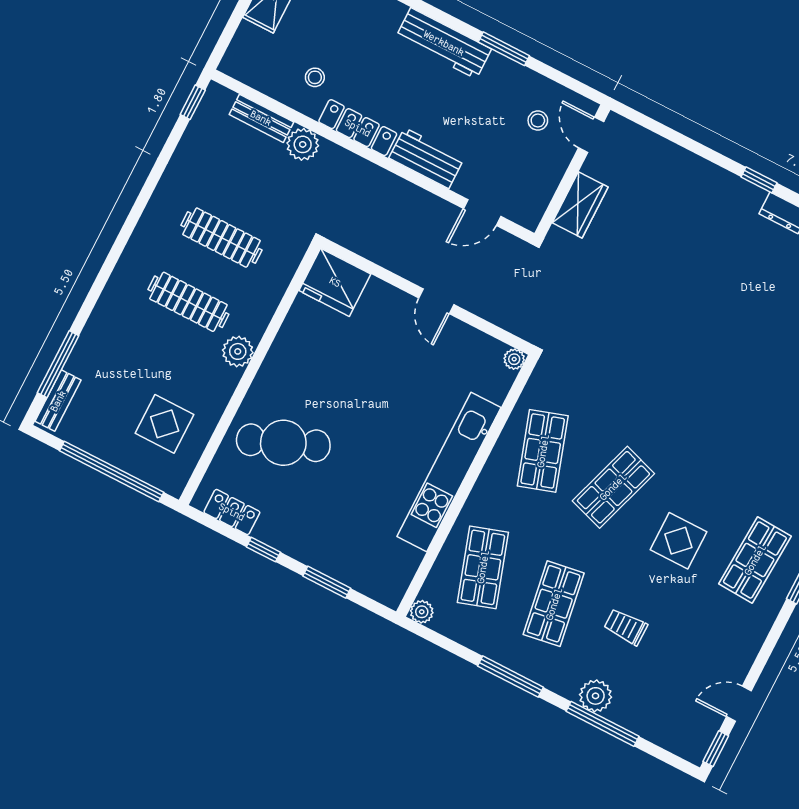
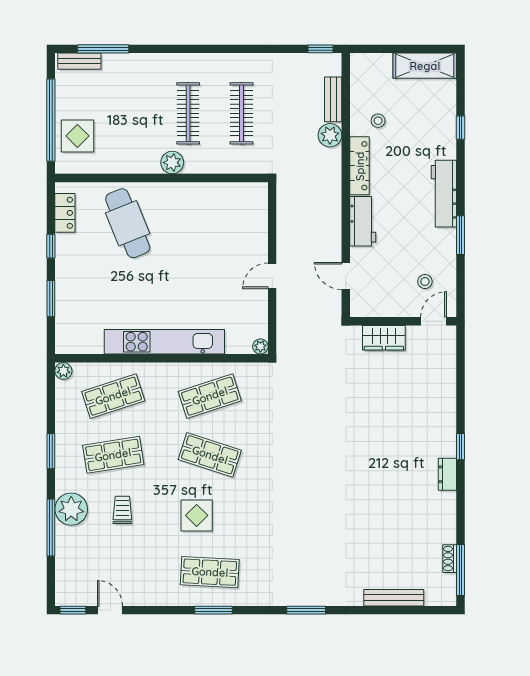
fridge: (335, 282) -> (250, 203), removed
display table: (165, 424) -> (77, 136), moved
window: (511, 677) -> (51, 451), width x0.69
plant: (596, 696) -> (71, 509), width x1.36, depth x1.36

